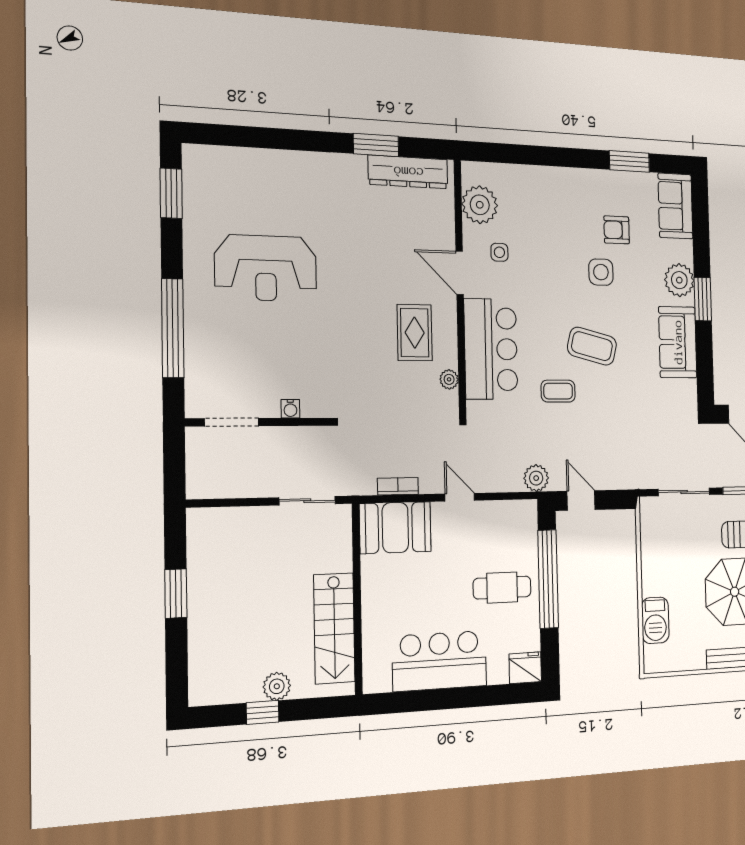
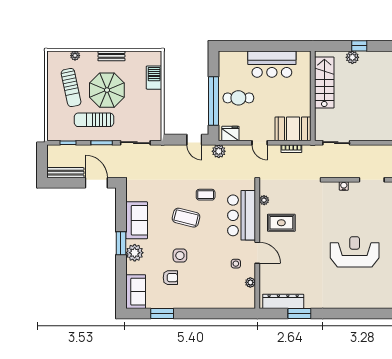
plant: (480, 205) -> (250, 282), width x0.53, depth x0.53
rug: (415, 333) -> (281, 223), turned 90
fridge: (525, 668) -> (230, 133), moved, turned 180

